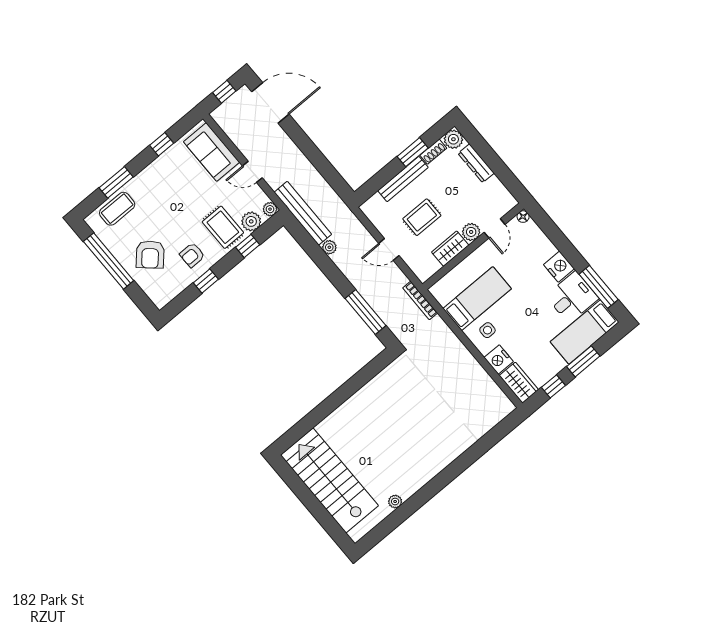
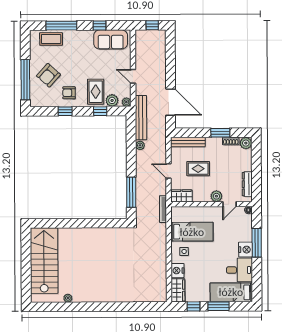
door: (270, 103) -> (170, 102), moved
sofa: (212, 152) -> (111, 39), moved, turned -90
dresser: (476, 163) -> (247, 184), moved
bench: (403, 179) -> (188, 142), moved
window: (116, 182) -> (61, 26), width x1.44
wardrobe: (450, 249) -> (181, 196), moved
window: (109, 261) -> (25, 80), moved
window: (599, 287) -> (257, 243), moved

